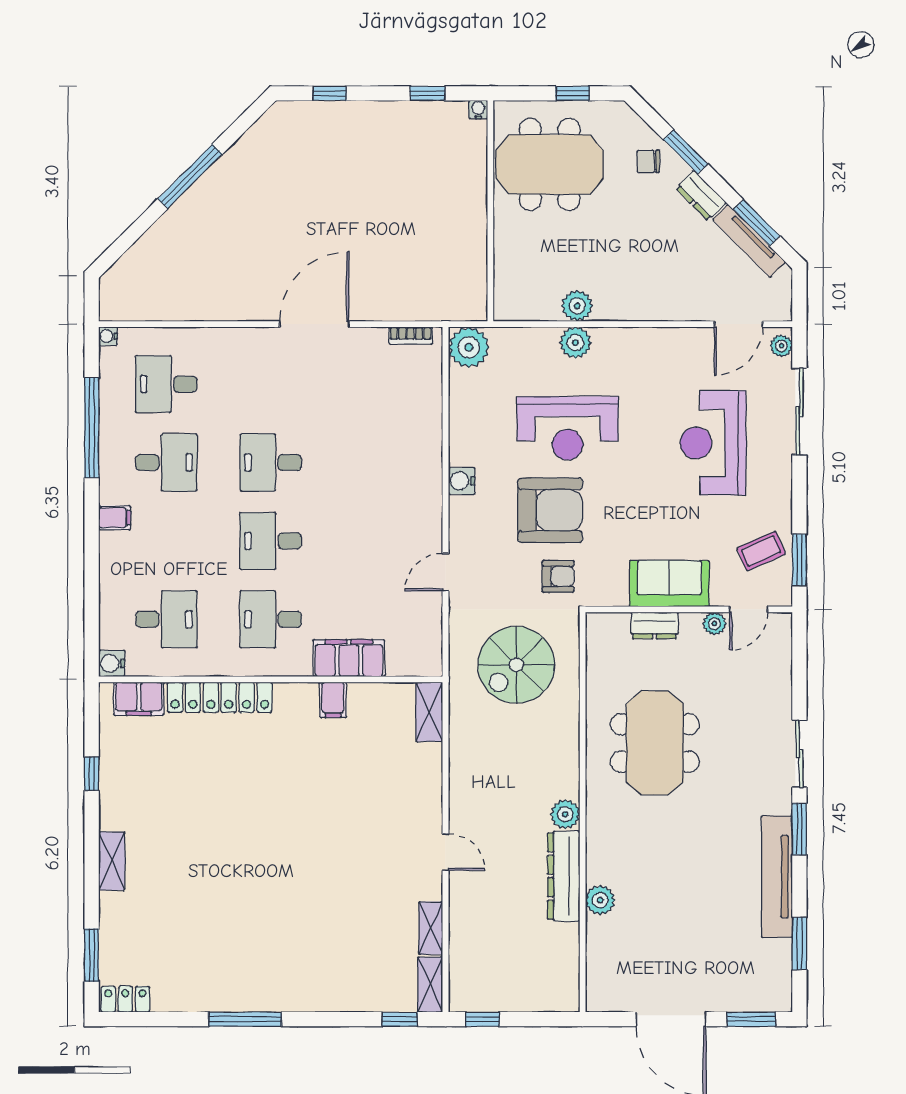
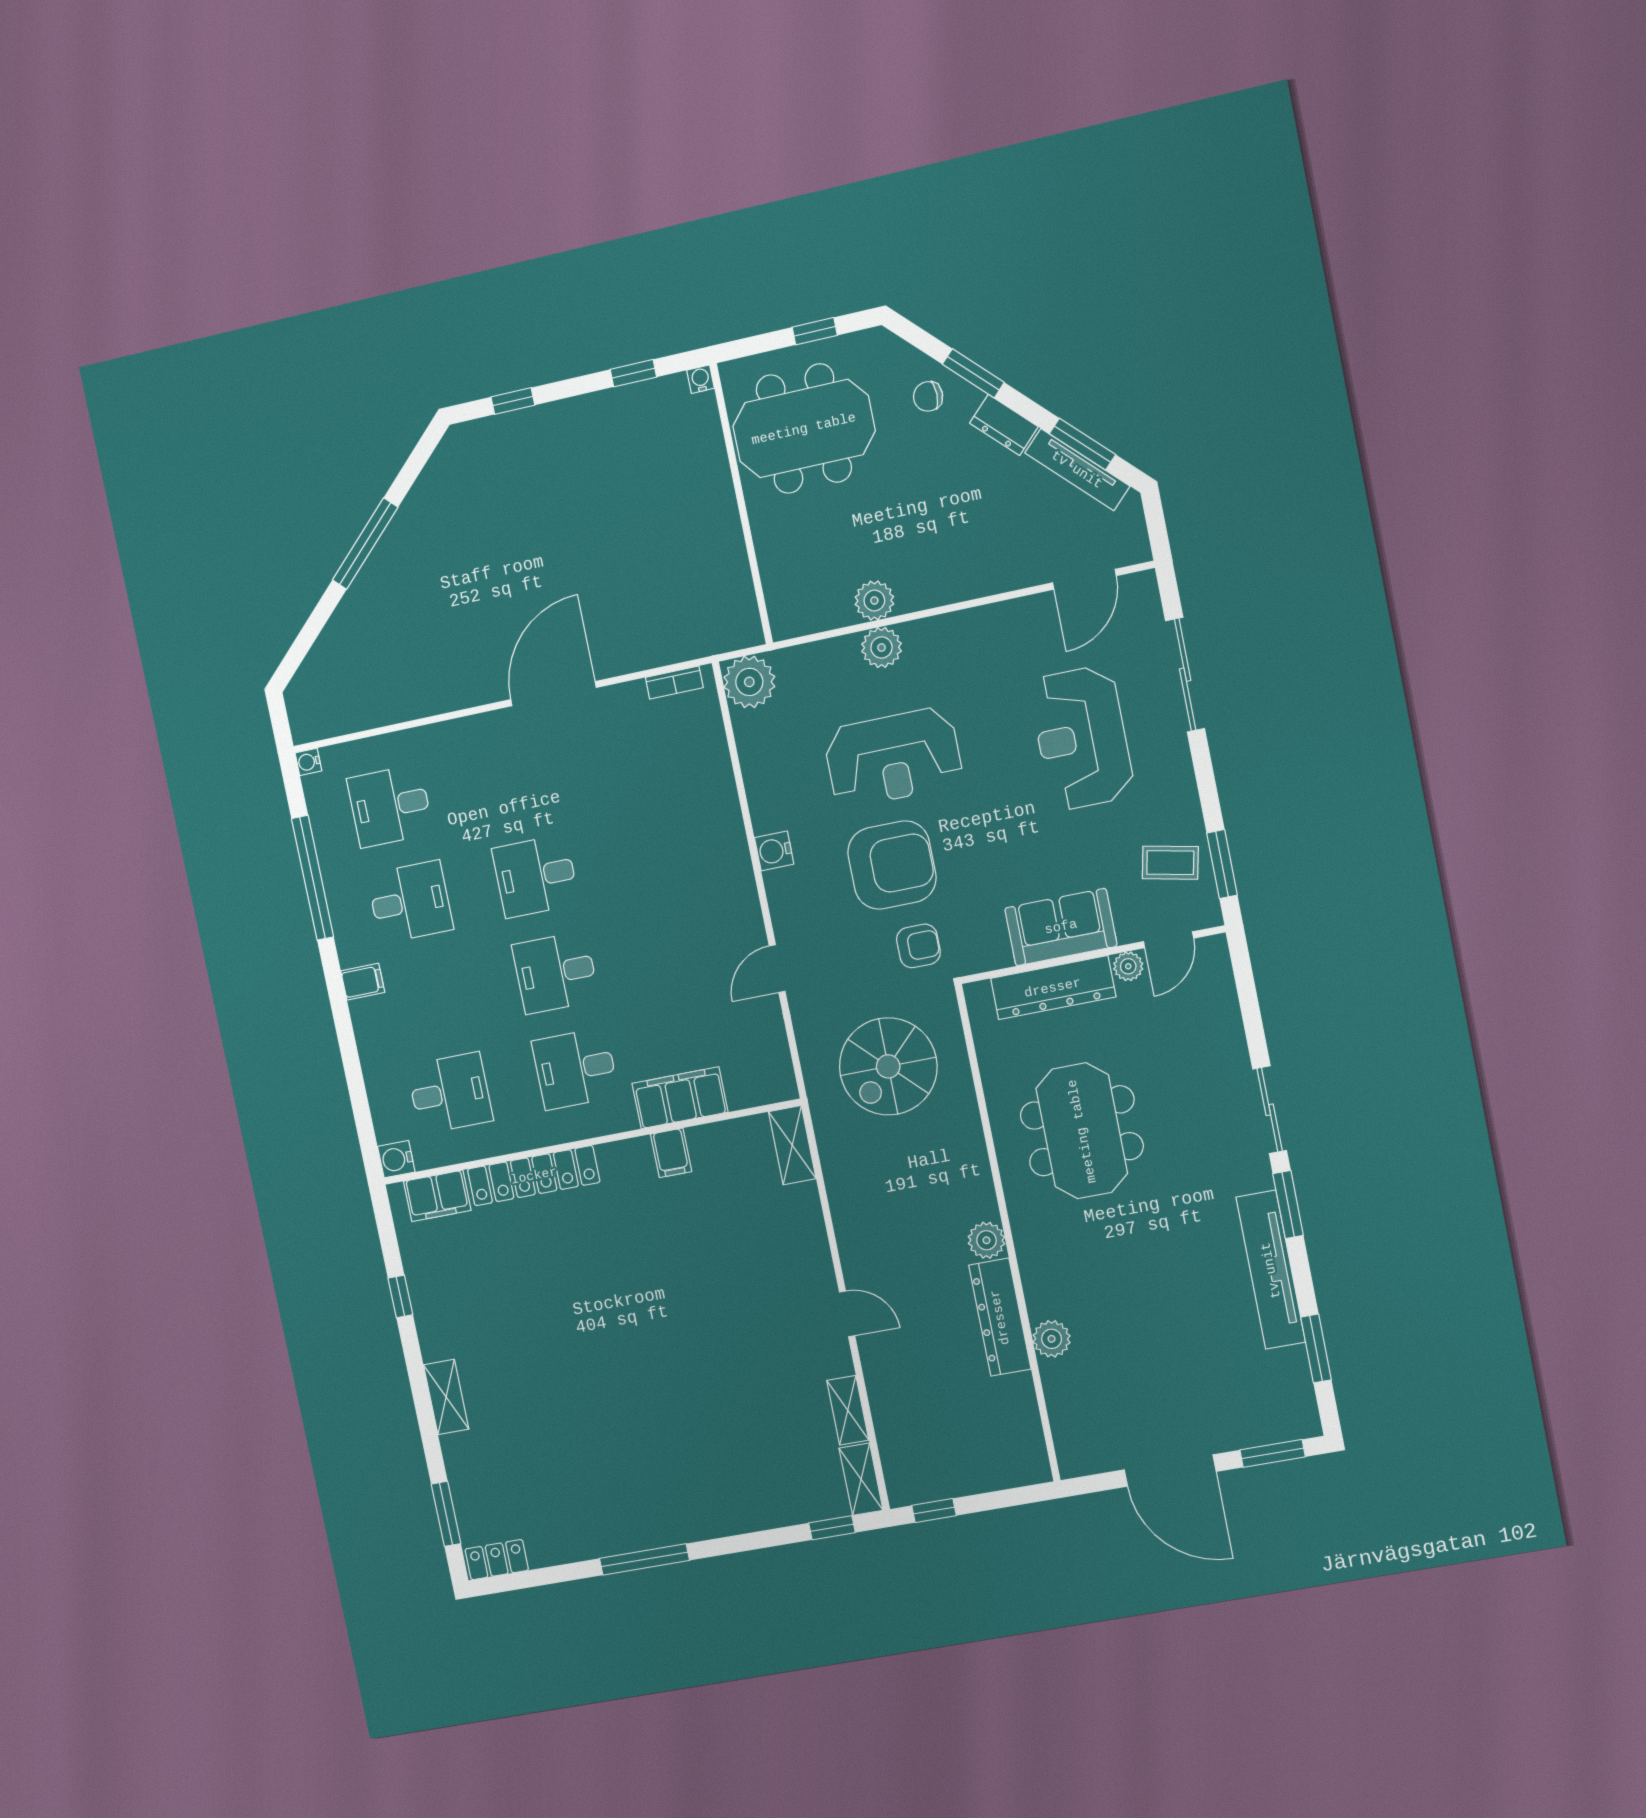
plant: (781, 346) -> (1145, 595), removed
coffee table: (761, 551) -> (1170, 863), turned 36
dresser: (655, 625) -> (1053, 988), width x1.96, depth x1.24

